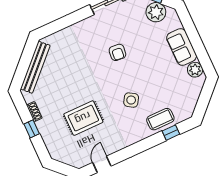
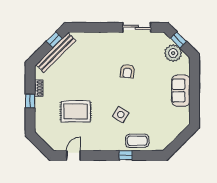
window: (28, 55) -> (54, 40), added
plant: (195, 70) -> (183, 114), removed
window: (171, 133) -> (126, 155), moved

